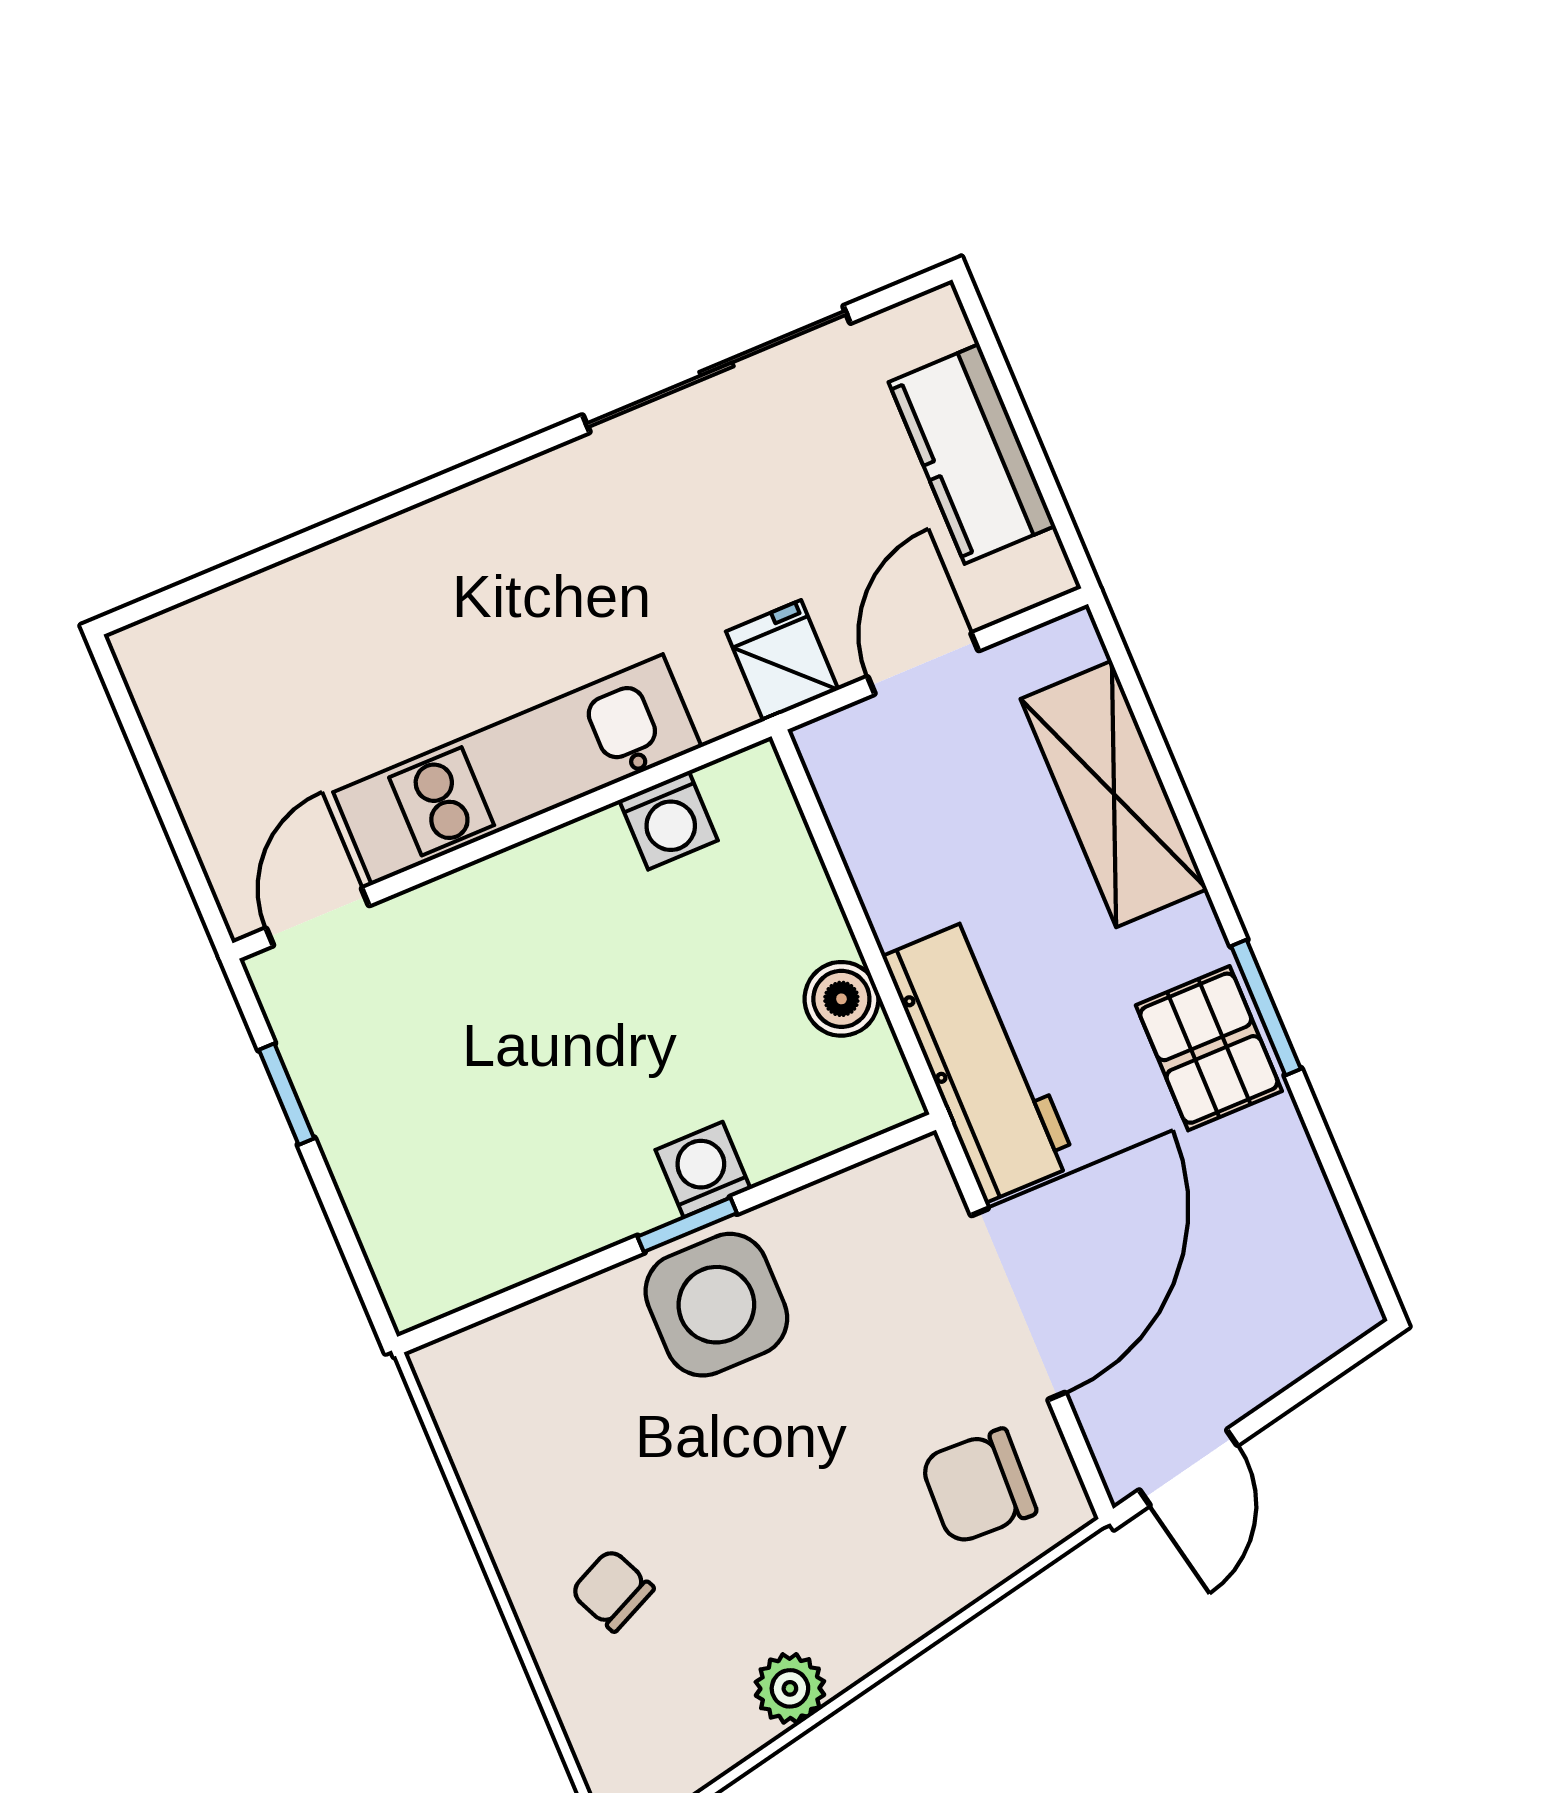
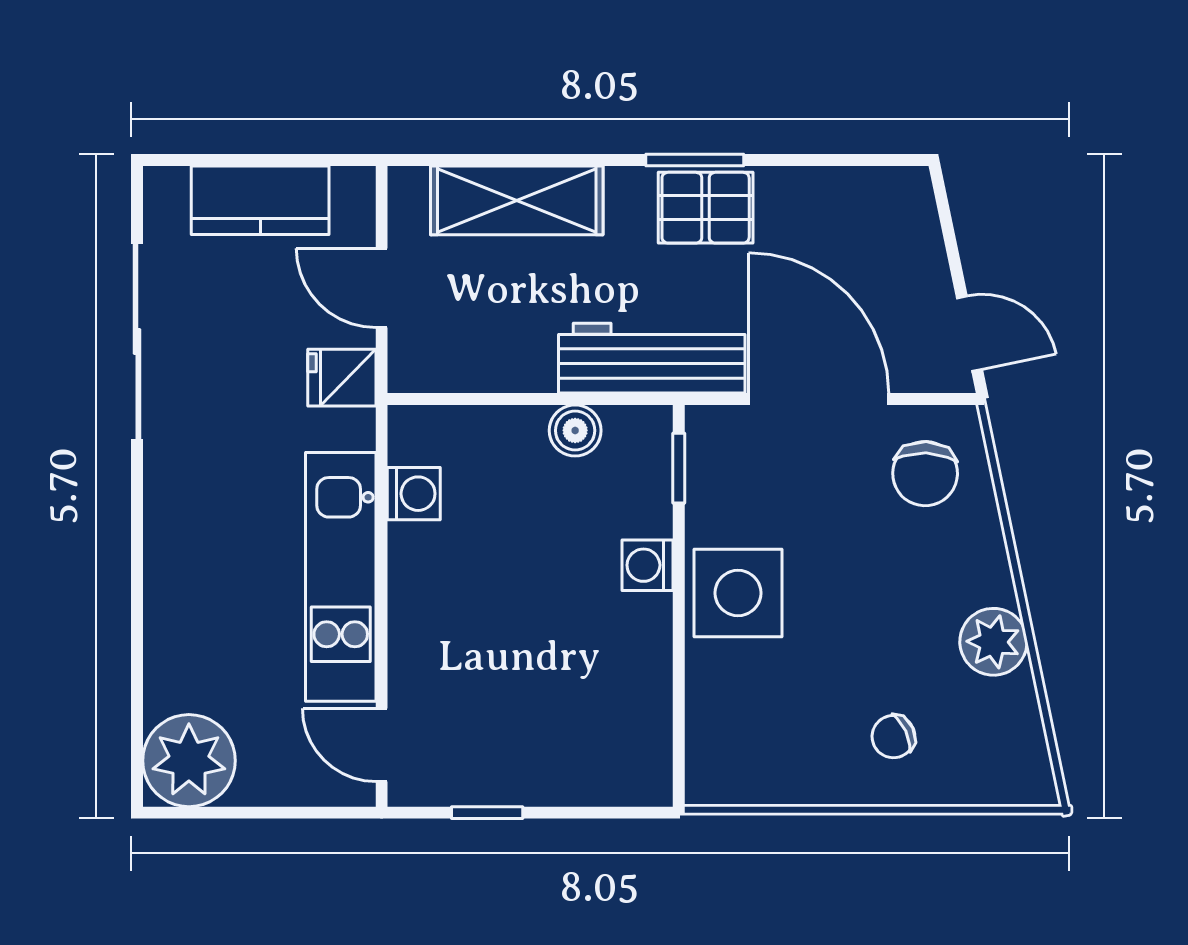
plant: (190, 670) -> (189, 761), added
window: (687, 1225) -> (679, 468), moved
plant: (790, 1688) -> (993, 642), width x1.38, depth x1.38

